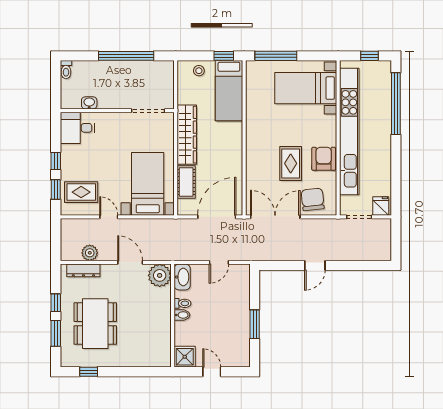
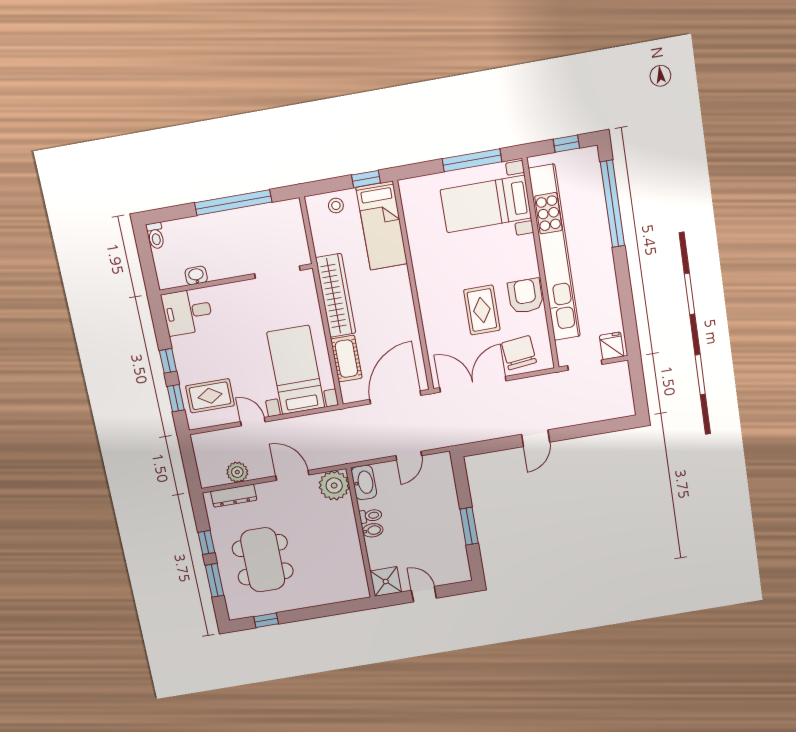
window: (276, 56) -> (472, 160), moved

